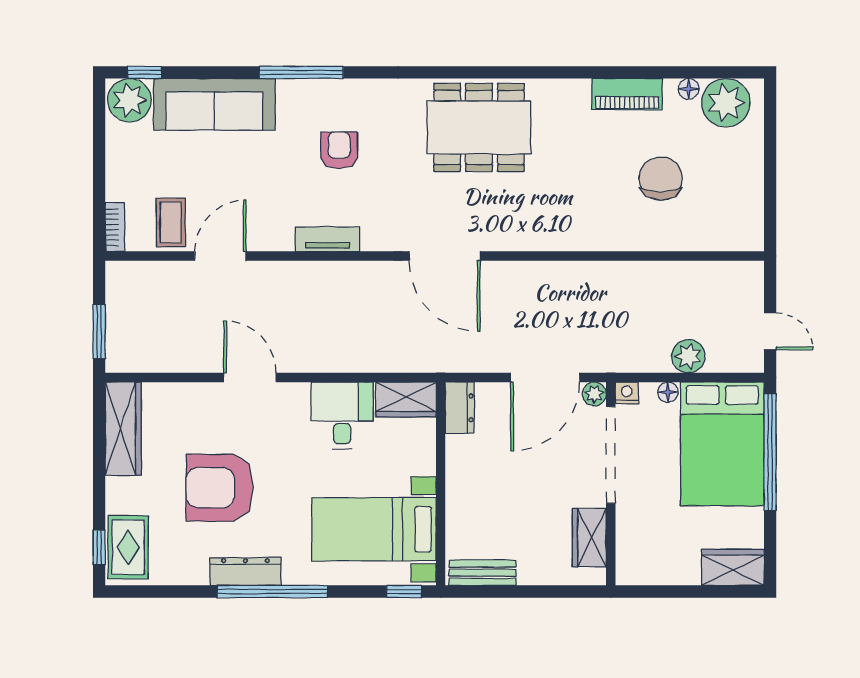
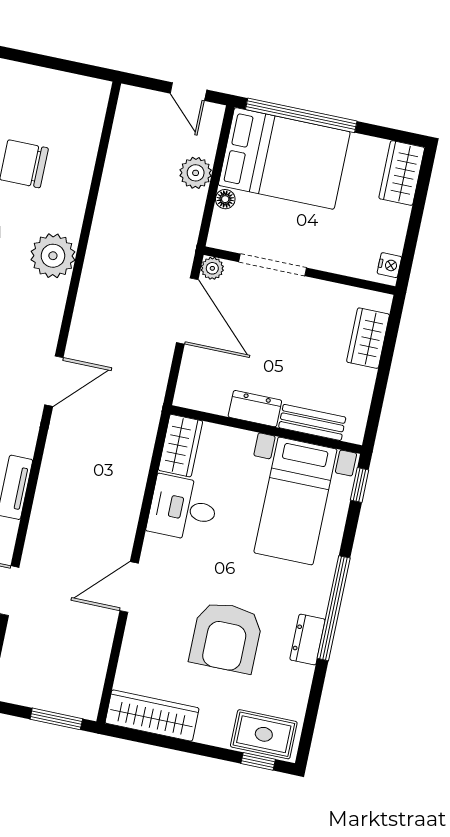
plant: (573, 228) -> (53, 256), added
door: (444, 256) -> (54, 381), width x0.73
door: (770, 331) -> (188, 92), swing flipped
nightstand: (627, 393) -> (389, 265), moved, turned 180
dresser: (460, 408) -> (255, 409), moved
doorway: (611, 455) -> (273, 265), width x0.73
wardrobe: (589, 538) -> (368, 338), moved, turned 90
dresser: (245, 572) -> (308, 640), width x0.70
bench: (483, 573) -> (312, 422), moved, turned 90

